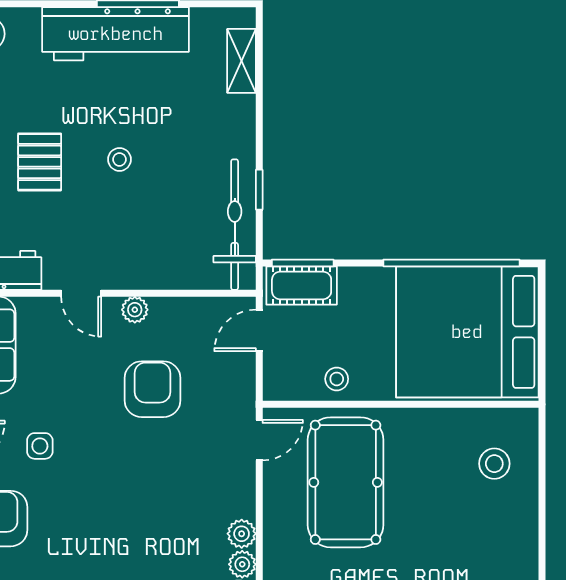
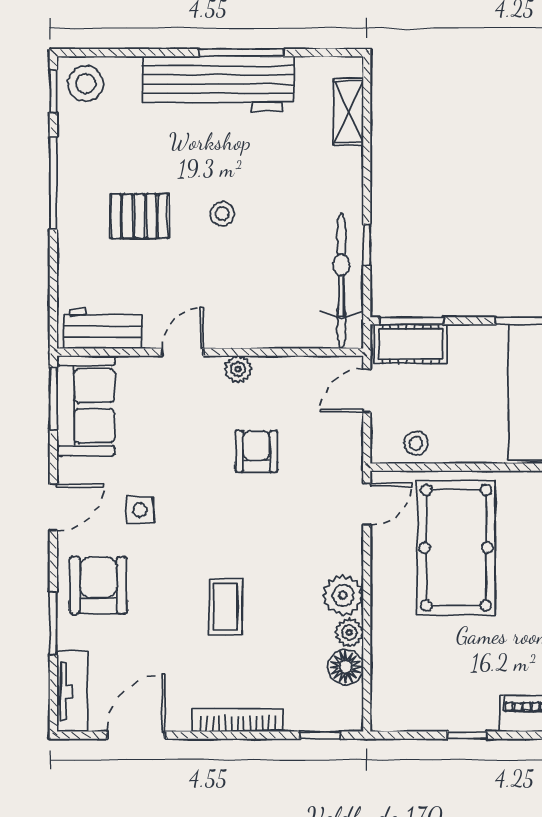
pallet: (40, 162) -> (140, 216), turned 90
door: (81, 293) -> (183, 352), swing flipped
stool: (337, 379) -> (416, 443), moved
armchair: (153, 389) -> (256, 451), width x0.72, depth x0.72
plant: (242, 534) -> (343, 595), width x1.38, depth x1.38
coffee table: (123, 539) -> (225, 607), added

